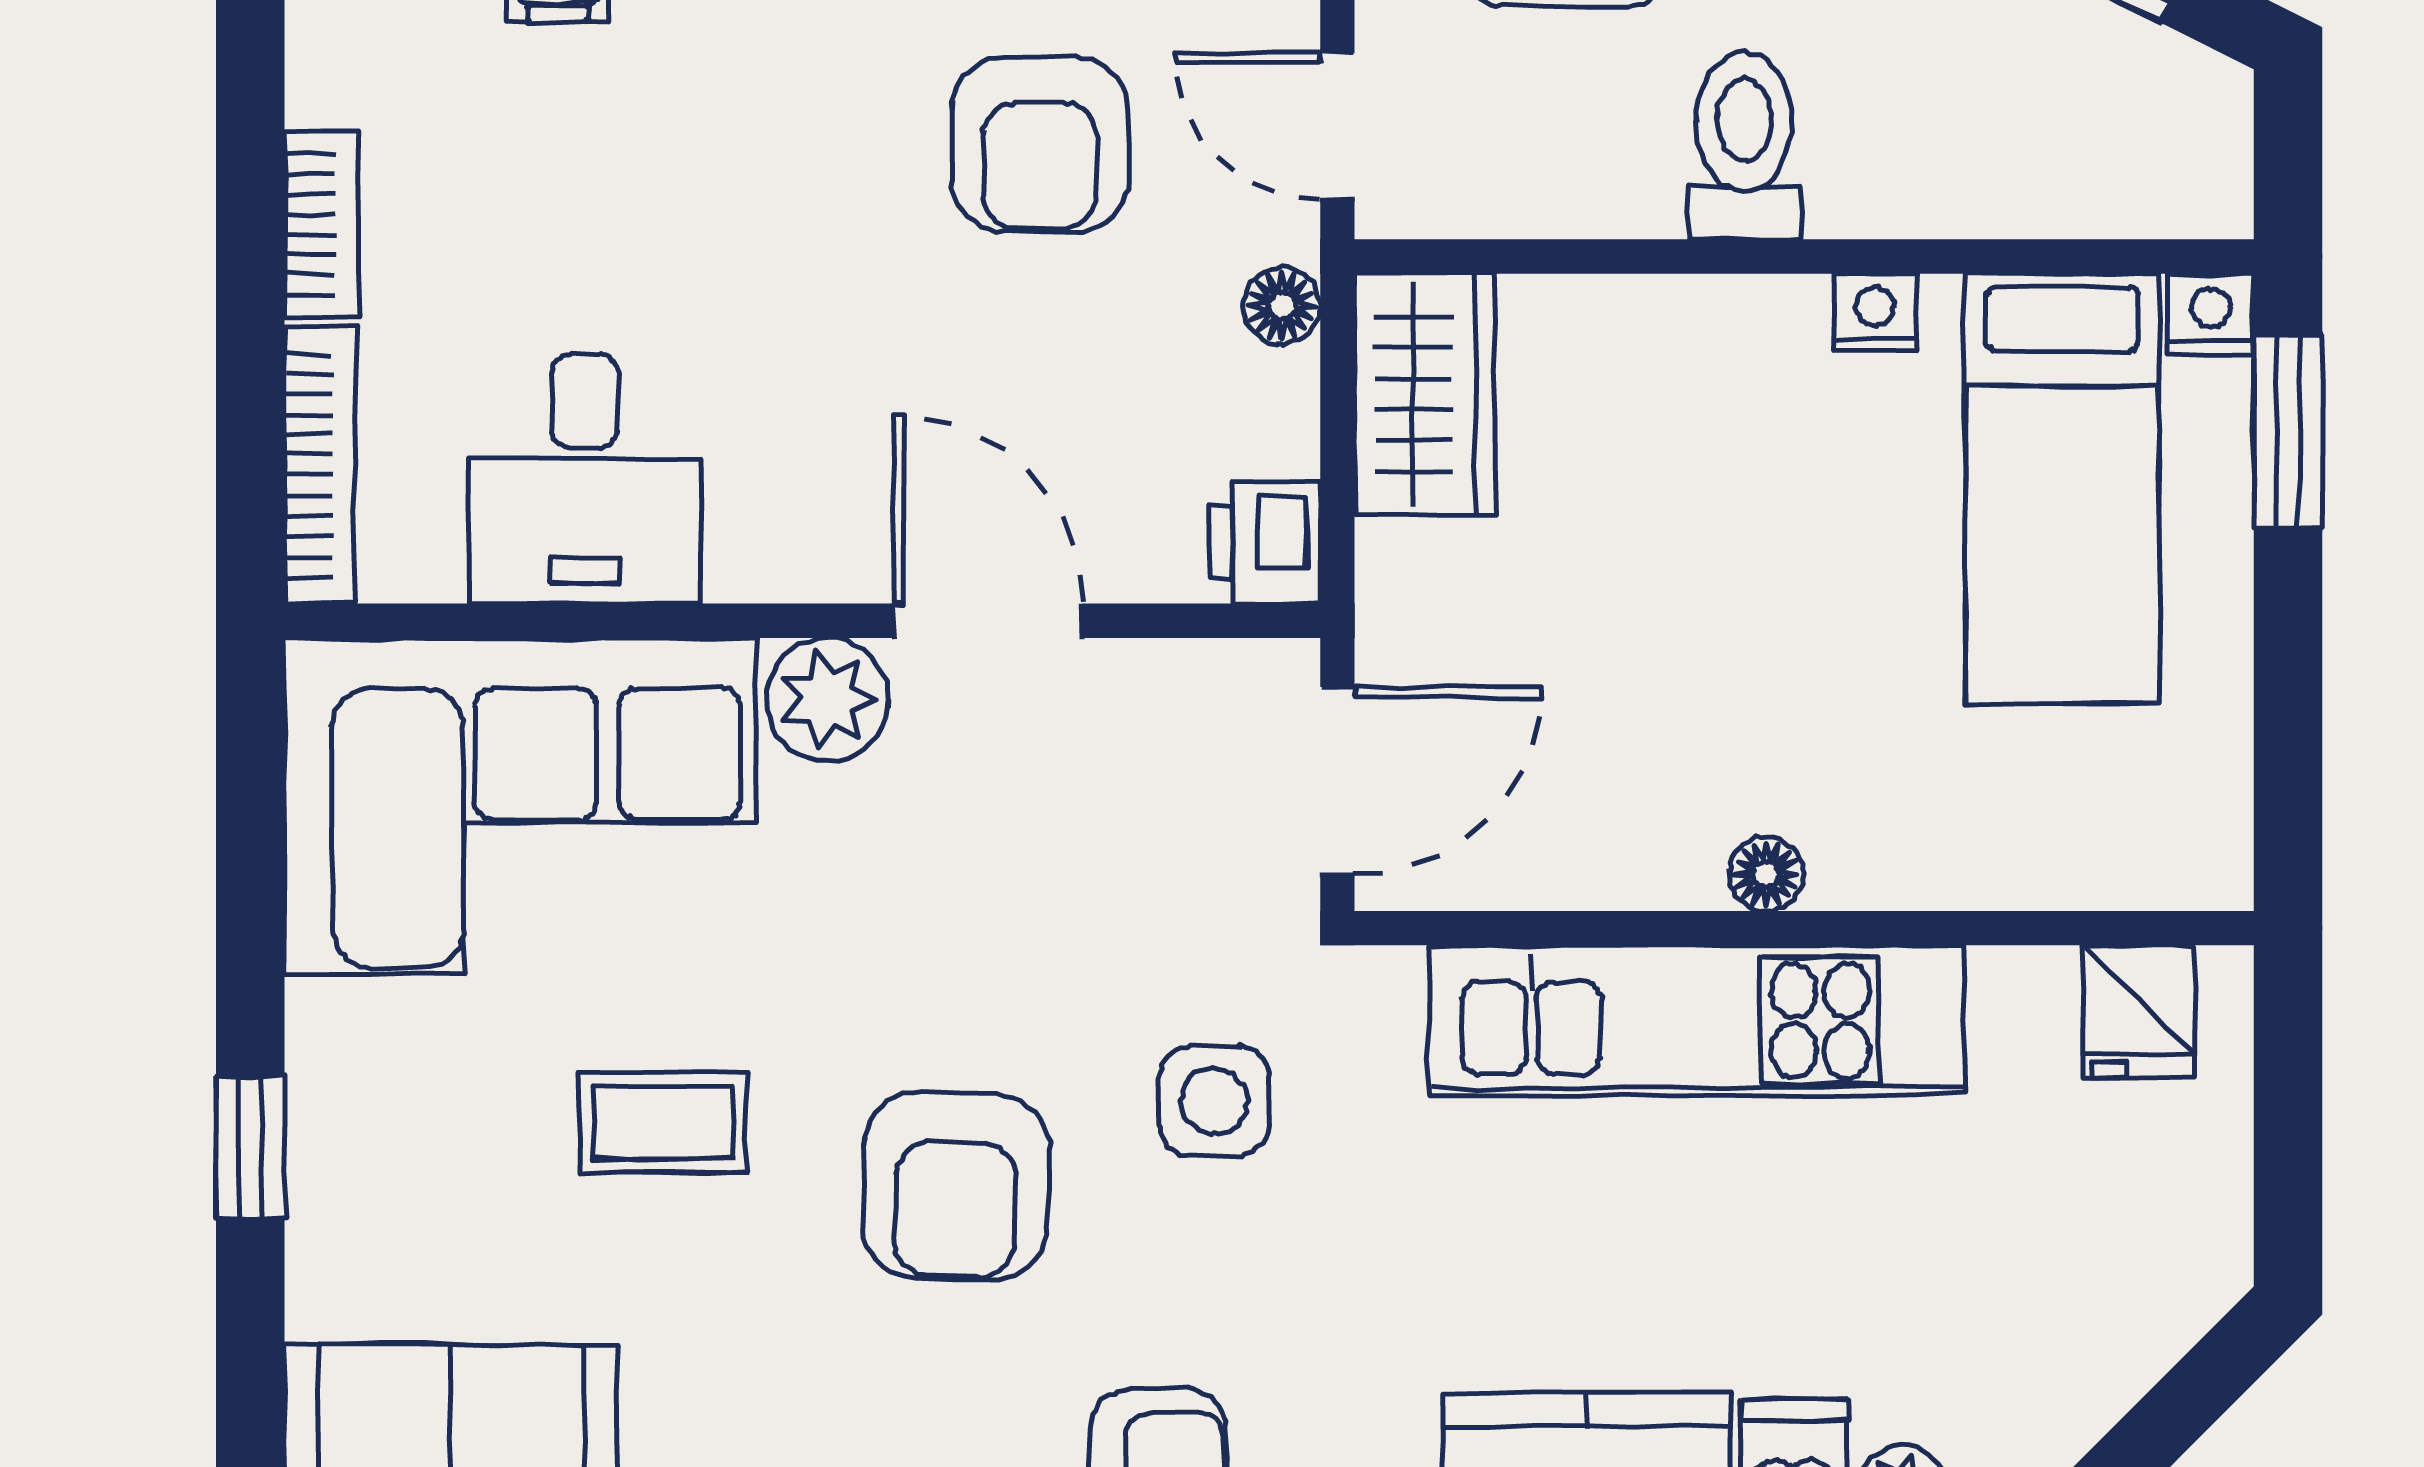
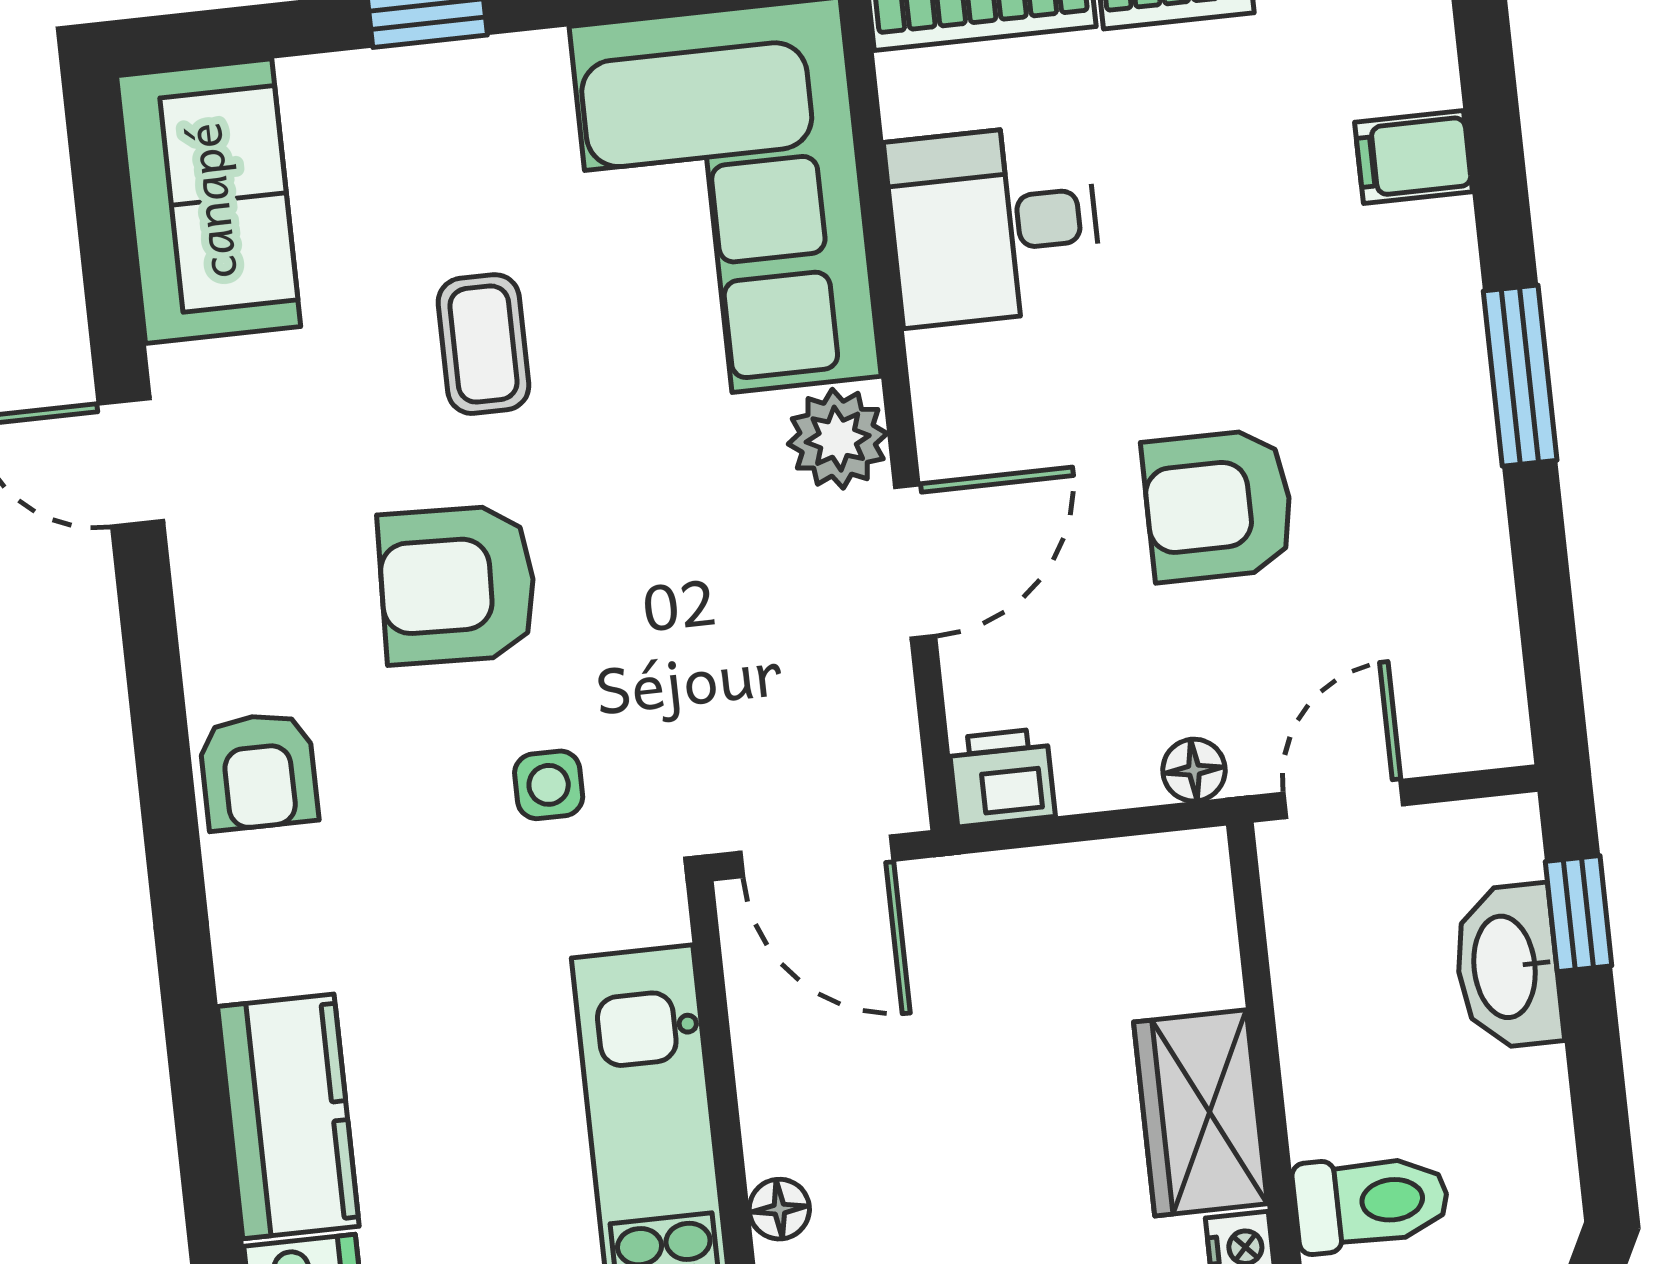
armchair: (1040, 144) -> (1218, 505), moved
toilet: (1744, 146) -> (1371, 1202), moved
wardrobe: (1424, 394) -> (1200, 1113), moved, turned 90
side table: (1214, 1101) -> (549, 785), width x0.73, depth x0.73

